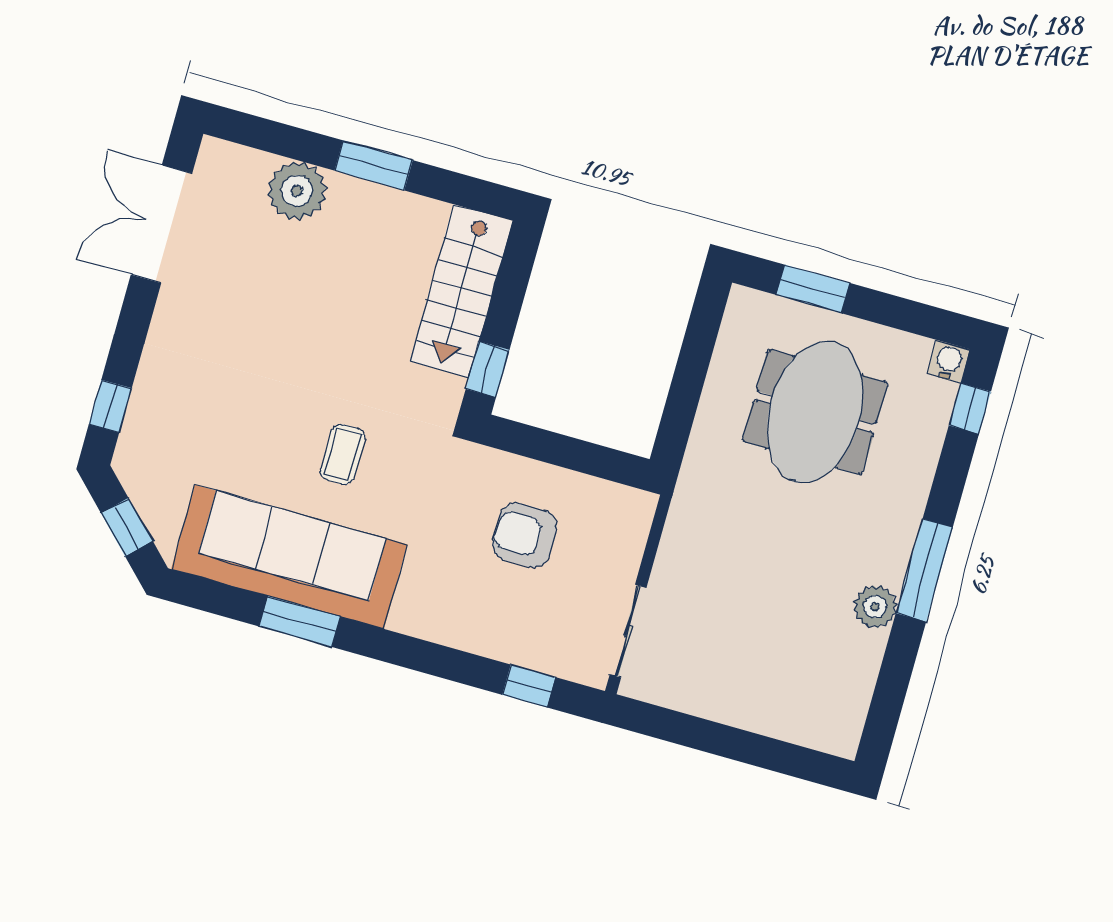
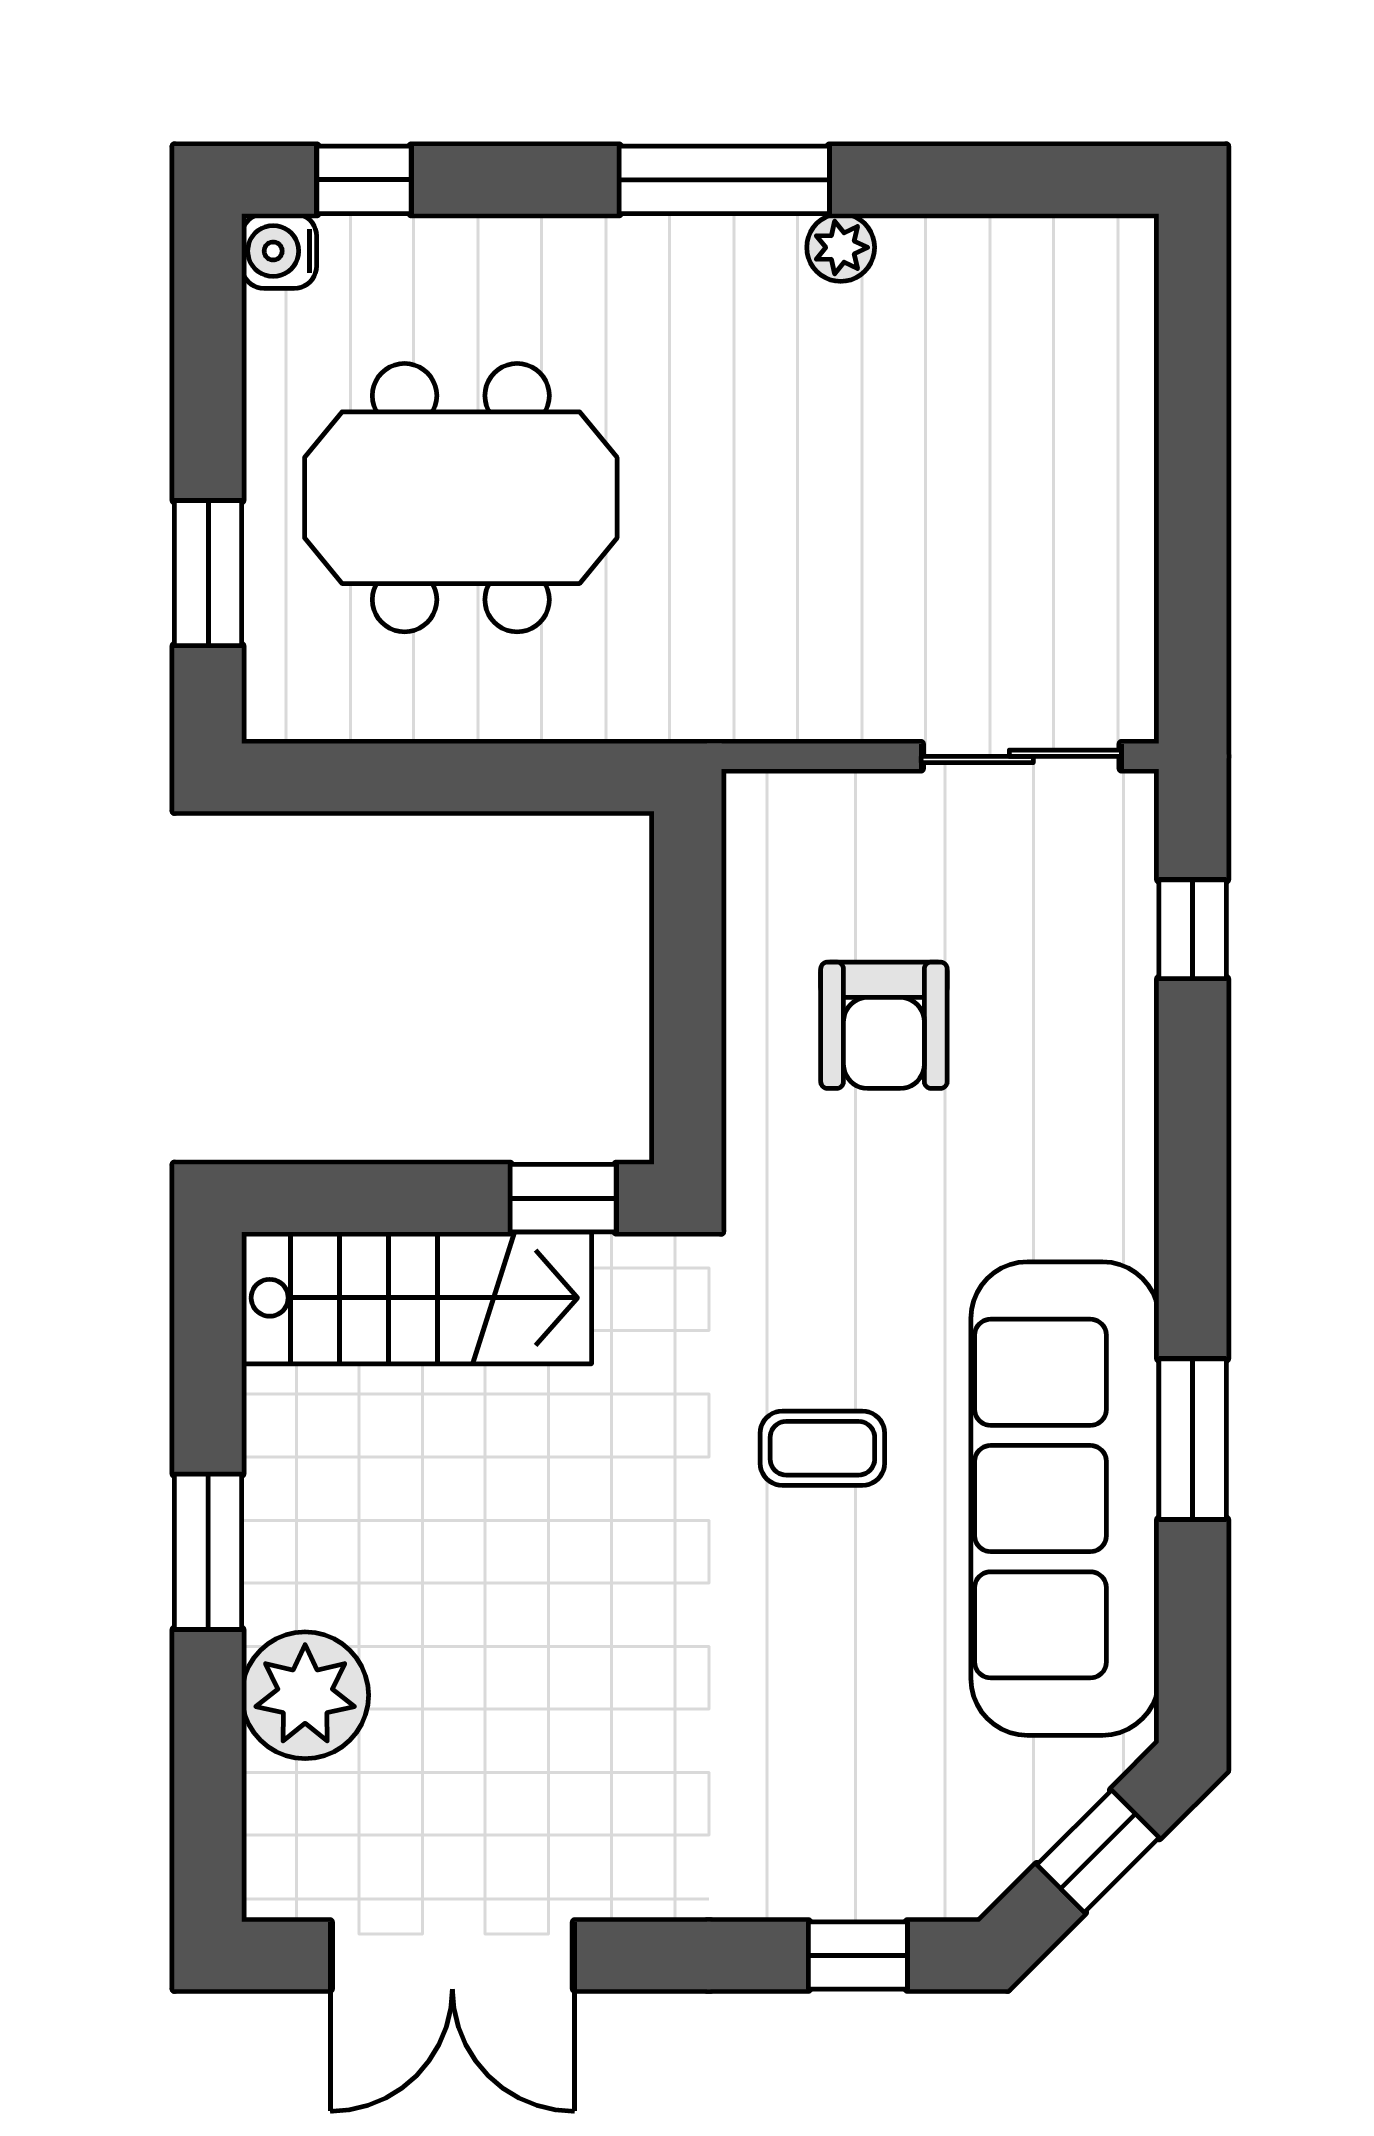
plant: (875, 607) -> (841, 247), width x0.73, depth x0.73

